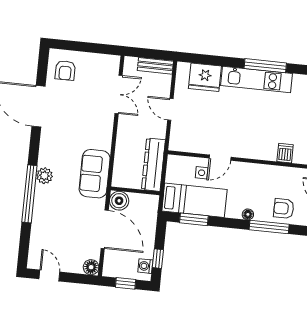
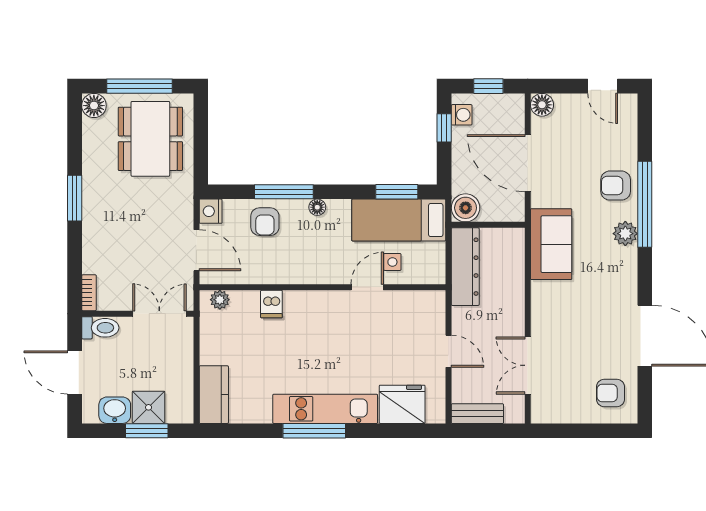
armchair: (65, 70) -> (610, 393), turned -90
boiler: (119, 201) -> (466, 208), moved
armchair: (48, 208) -> (616, 186), added
armchair: (284, 208) -> (265, 222), turned 90

